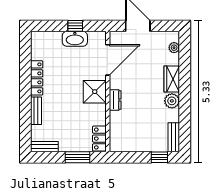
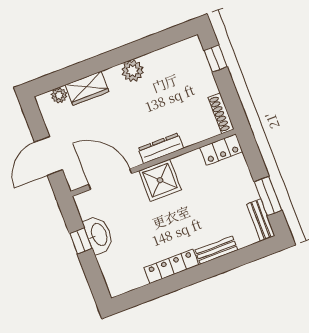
wardrobe: (172, 79) -> (87, 88), moved
dresser: (115, 100) -> (161, 148), width x1.44
bench: (174, 137) -> (181, 49), removed
shoe rack: (123, 147) -> (221, 113), added
window: (77, 157) -> (268, 196), moved

